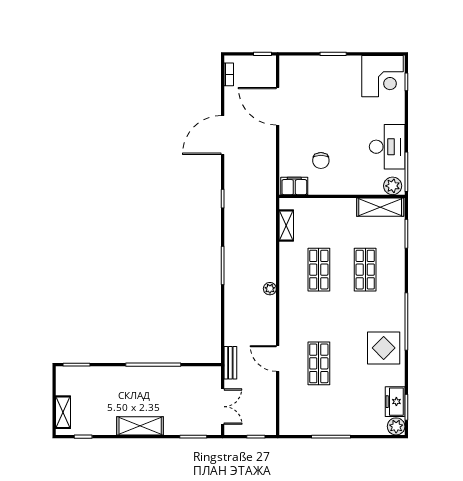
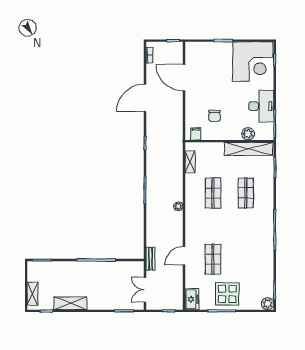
corner desk: (383, 76) -> (253, 62), width x1.36, depth x1.36
filing cabinet: (294, 186) -> (196, 134), width x0.50
plant: (393, 186) -> (248, 134), moved
shelving: (380, 207) -> (249, 149), width x1.47
display table: (384, 348) -> (227, 294), moved
door: (278, 359) -> (184, 256), hinge flipped
freezer: (395, 402) -> (192, 299), moved, turned 180
double door: (223, 407) -> (145, 290), swing flipped
shelving: (140, 426) -> (70, 303), moved

